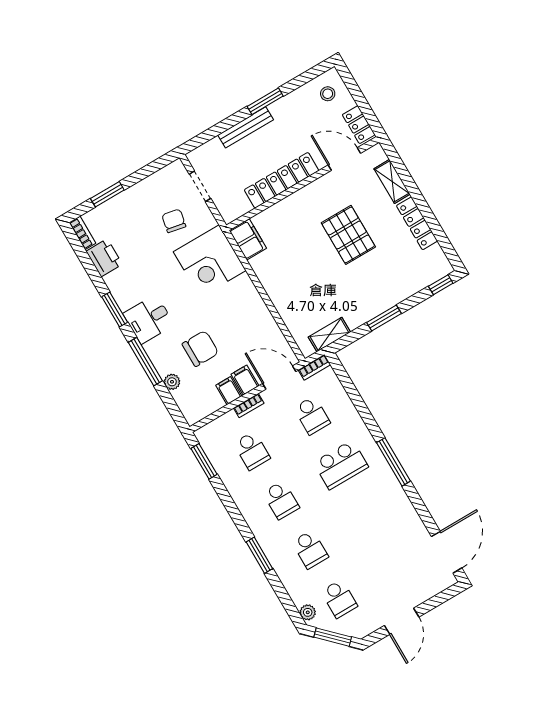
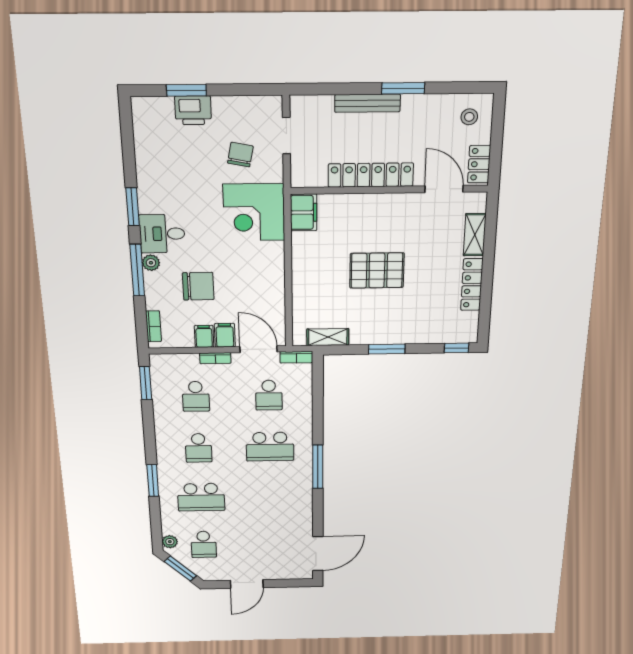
bookcase: (82, 233) -> (154, 326), moved
pallet: (348, 235) -> (377, 271), moved, turned 90
printer: (104, 258) -> (193, 110), moved, turned 90
plant: (172, 382) -> (151, 263), moved
school desk: (310, 549) -> (201, 497), width x1.85

